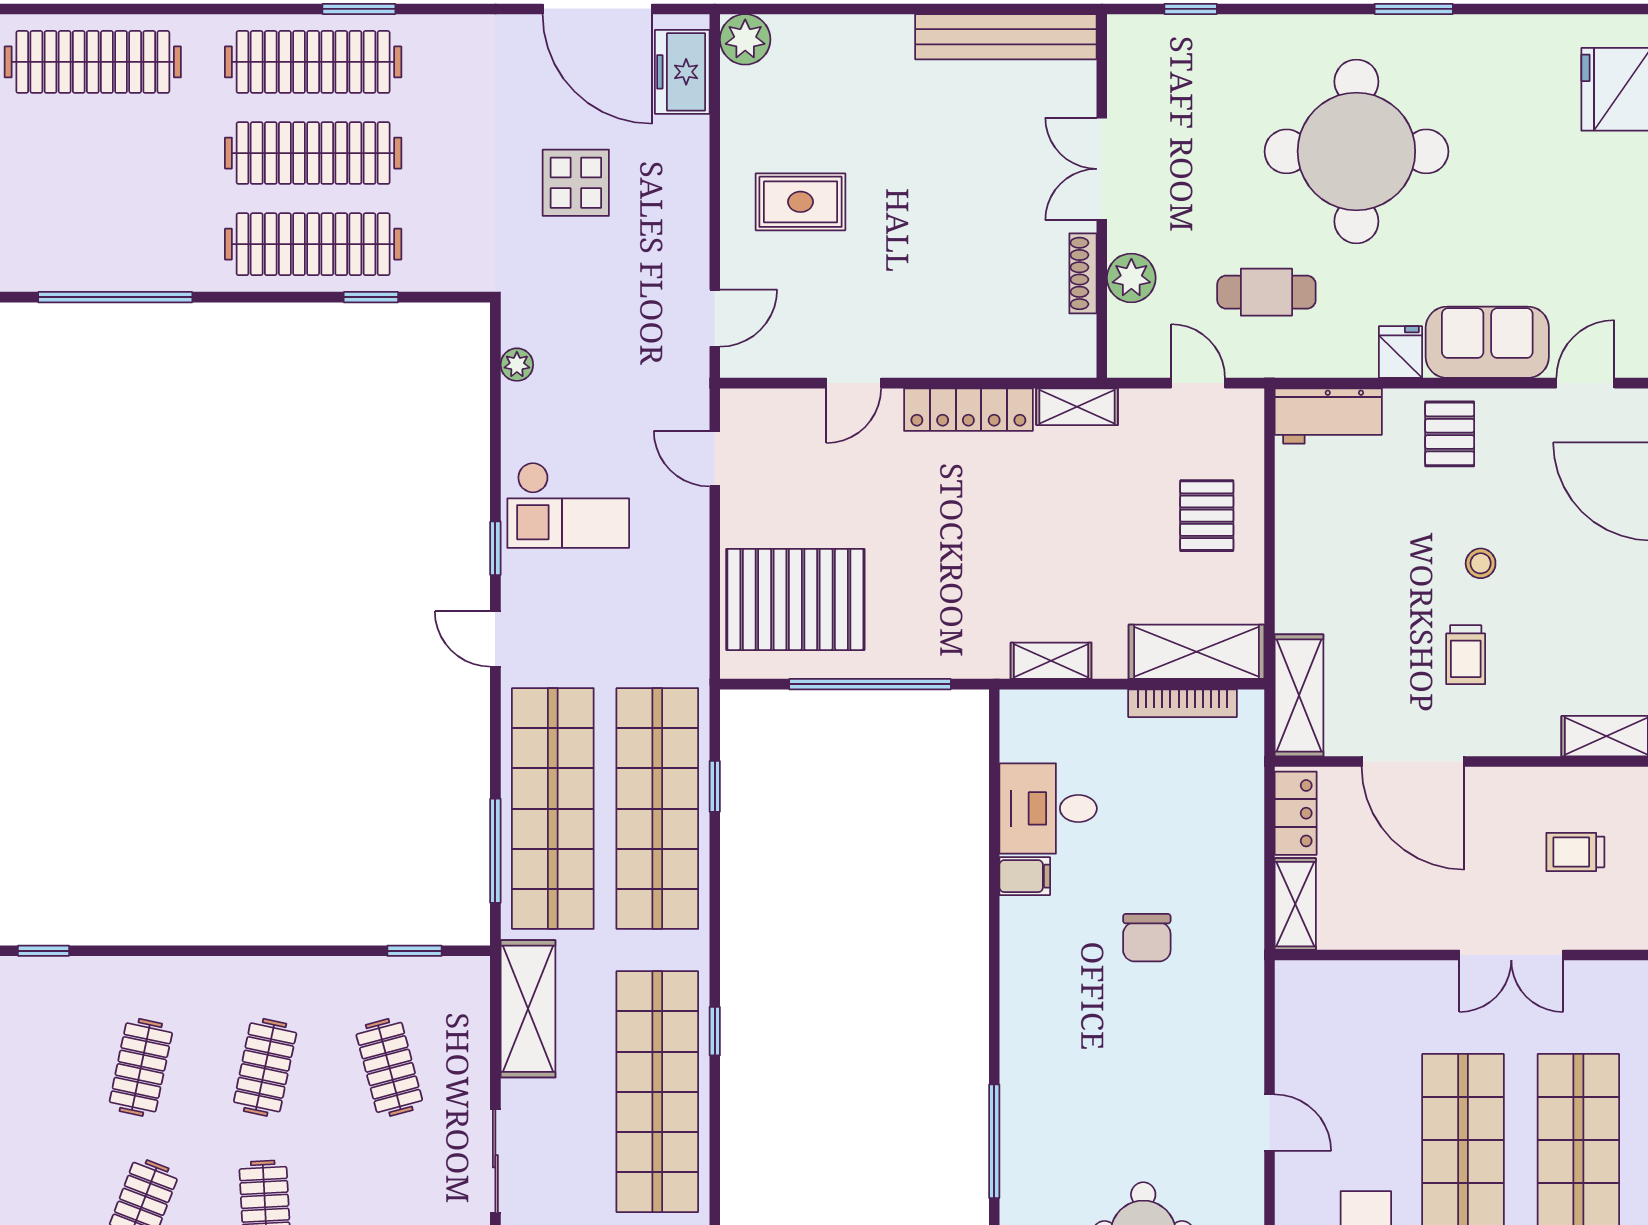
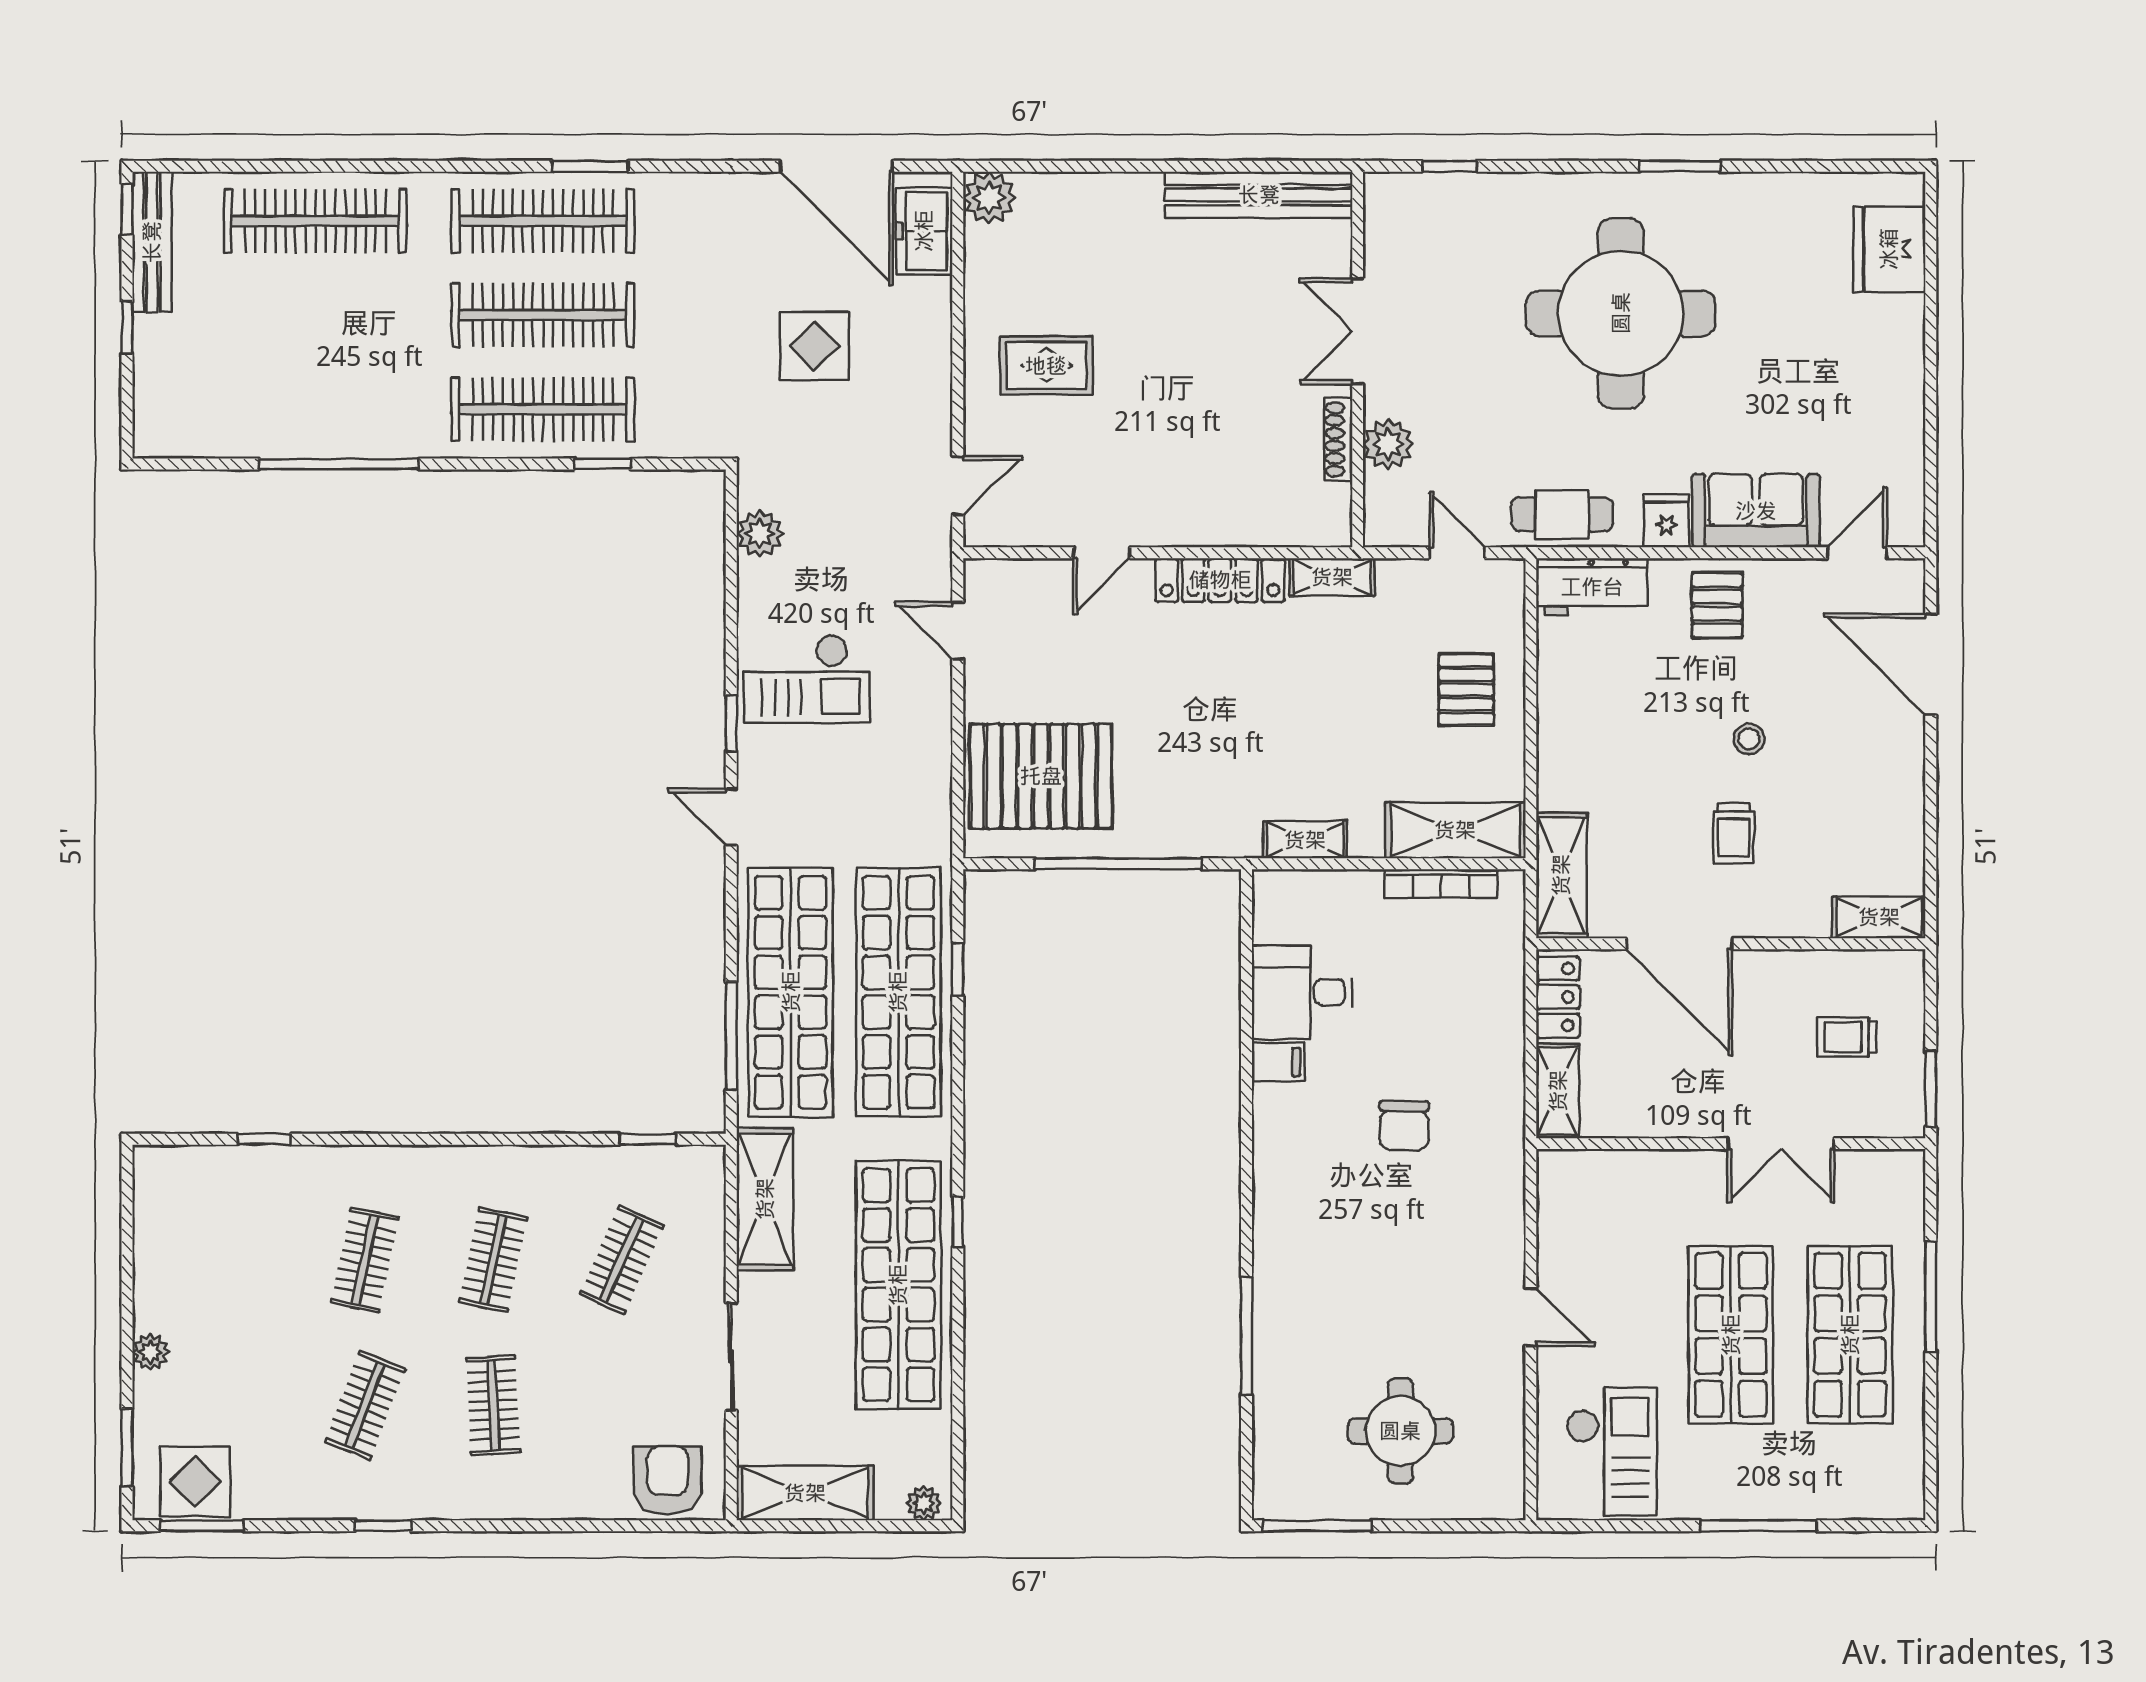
cafe table: (1266, 292) -> (1562, 514), moved
plant: (517, 365) -> (760, 534), width x1.38, depth x1.38
clothes rail: (389, 1067) -> (622, 1260), turned 39

